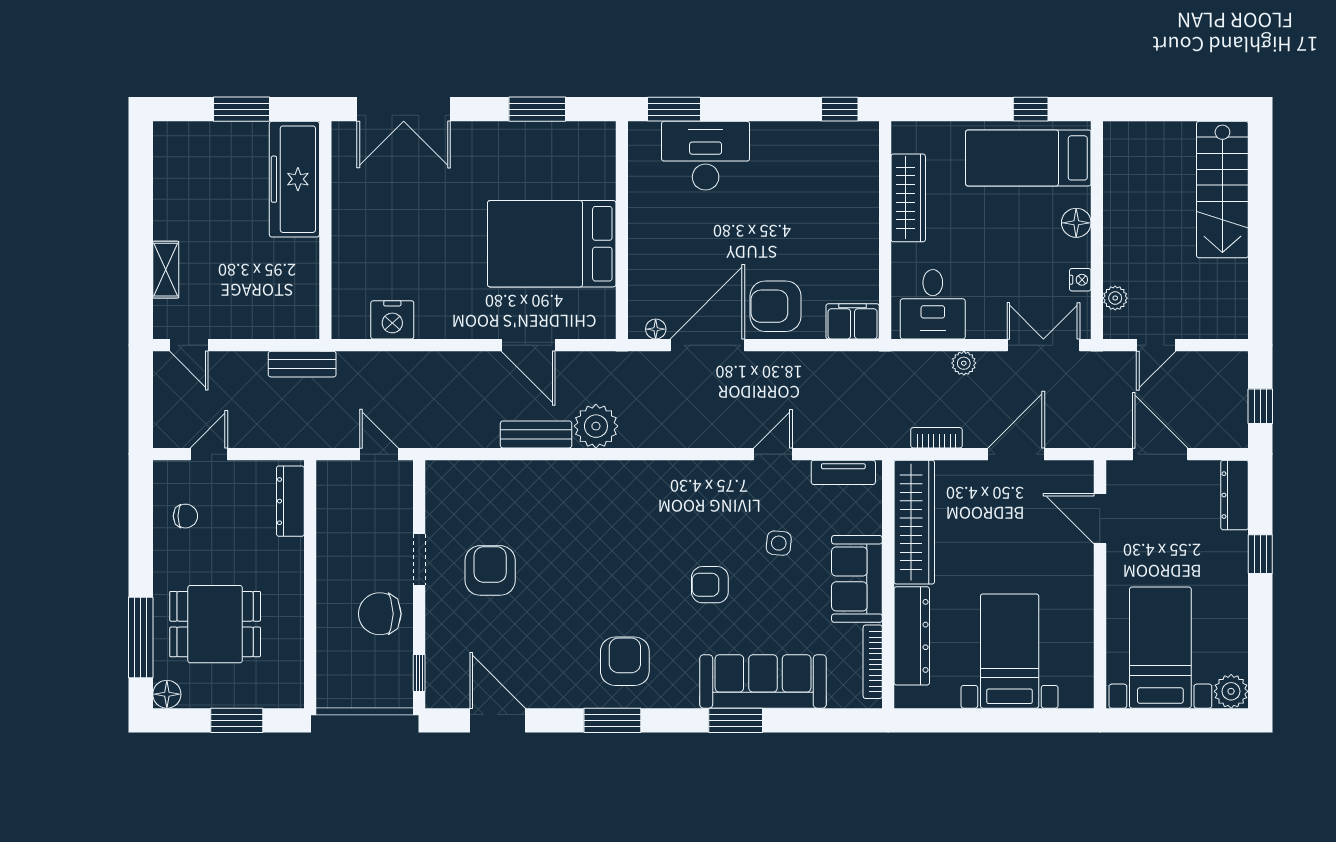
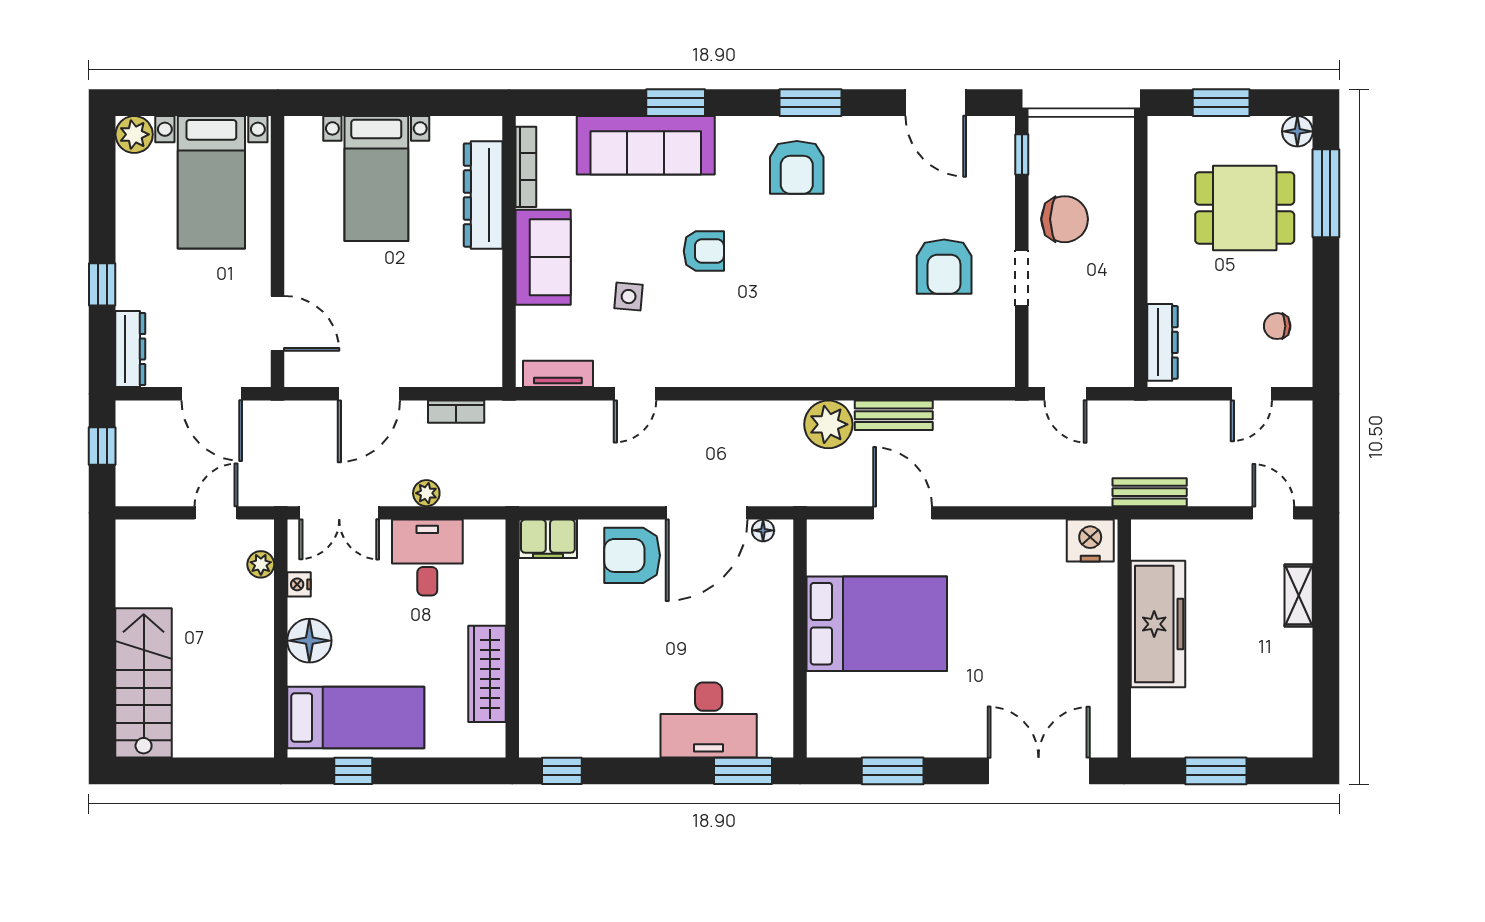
freezer: (294, 179) -> (1158, 624), moved
floor lamp: (1076, 223) -> (309, 641), width x1.38, depth x1.38
desk: (933, 304) -> (427, 558), moved
armchair: (775, 306) -> (632, 555), turned 180
nightstand: (392, 320) -> (1090, 540), moved
wardrobe: (914, 522) -> (480, 319), removed

